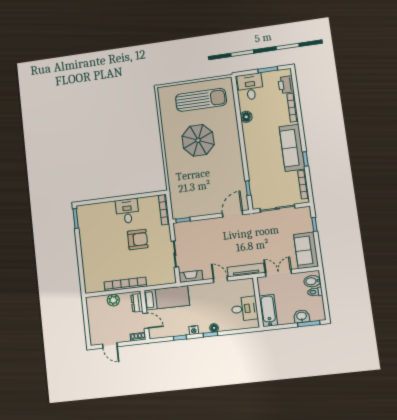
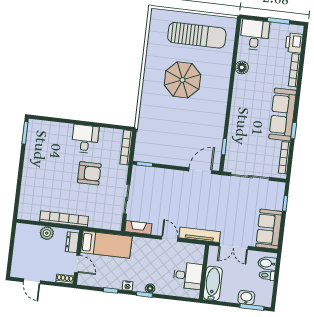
double door: (278, 273) -> (234, 246), swing flipped

